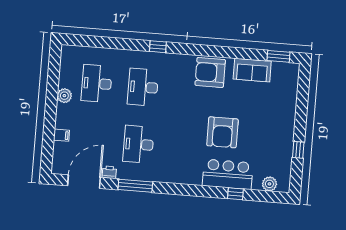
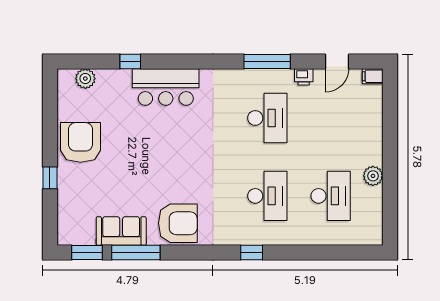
window: (243, 54) -> (136, 252), added
armchair: (222, 132) -> (81, 142), moved
filing cabinet: (61, 135) -> (373, 76), moved
window: (298, 150) -> (50, 178), moved
bar counter: (228, 174) -> (166, 87), moved
door: (84, 182) -> (337, 61), width x0.53

